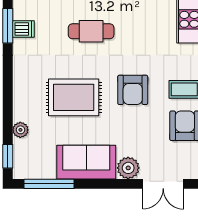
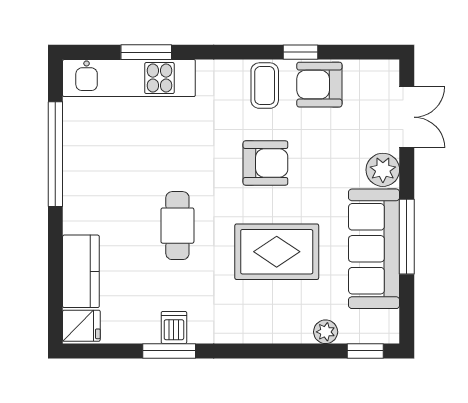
rug: (74, 97) -> (277, 252), turned 90
sofa: (86, 162) -> (374, 249), width x1.36
window: (49, 184) -> (407, 237), moved

